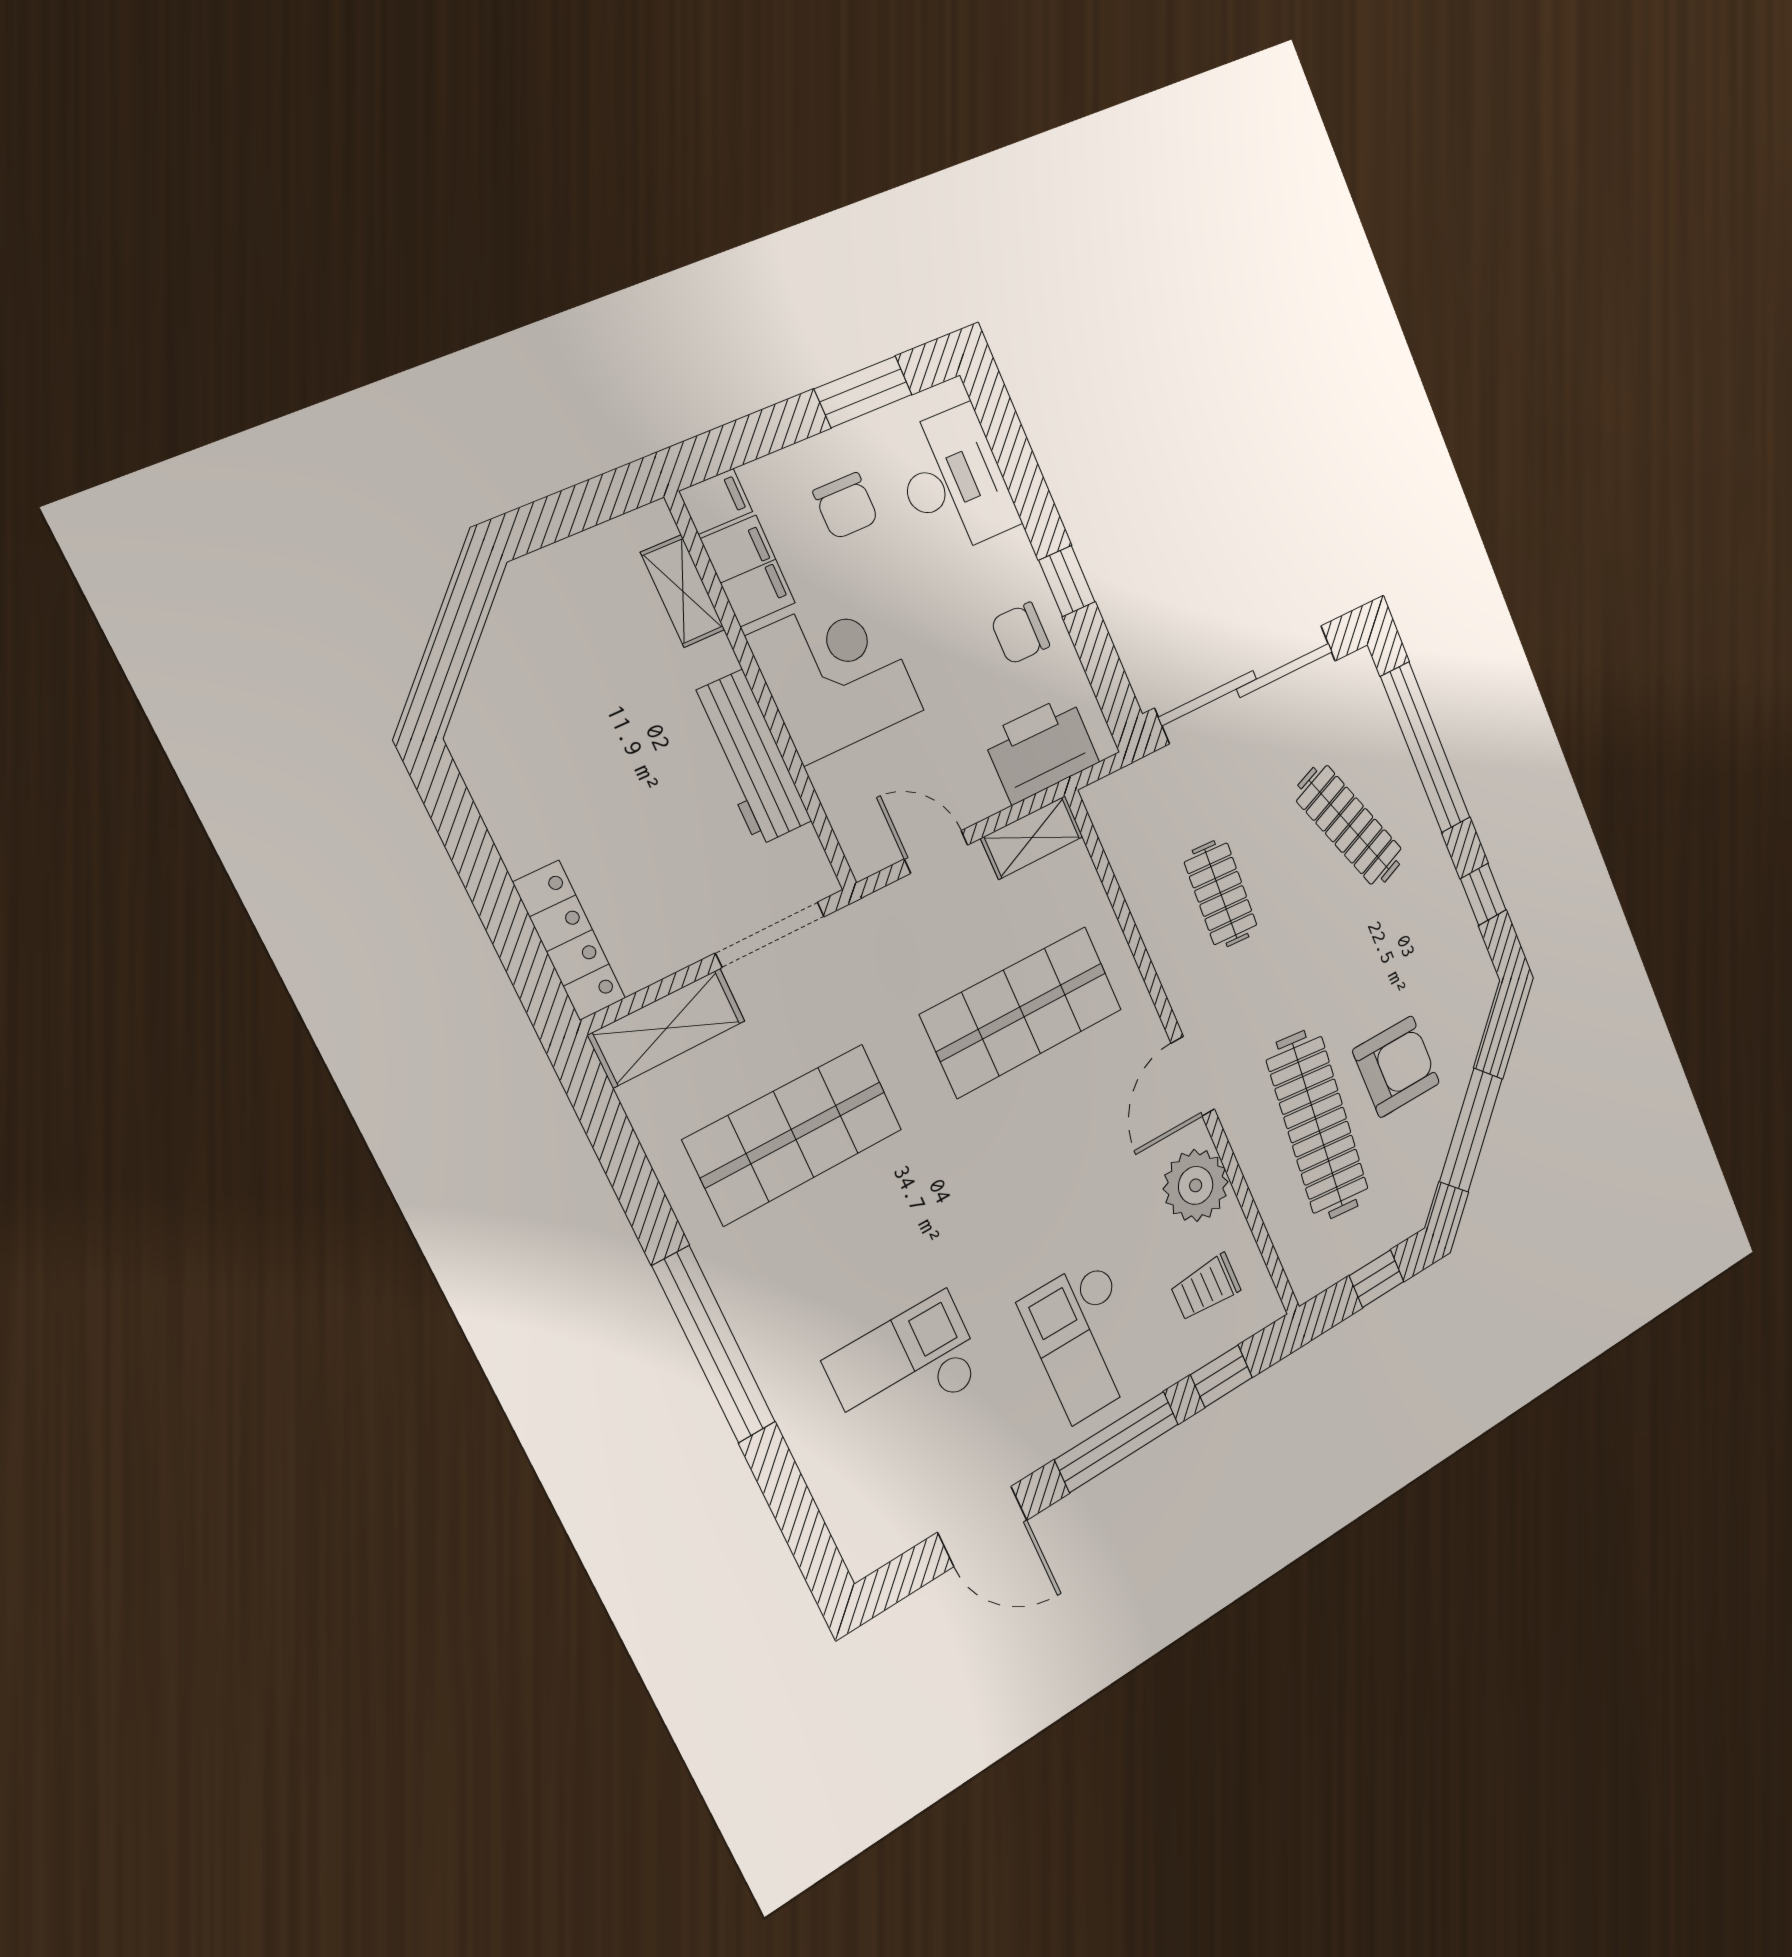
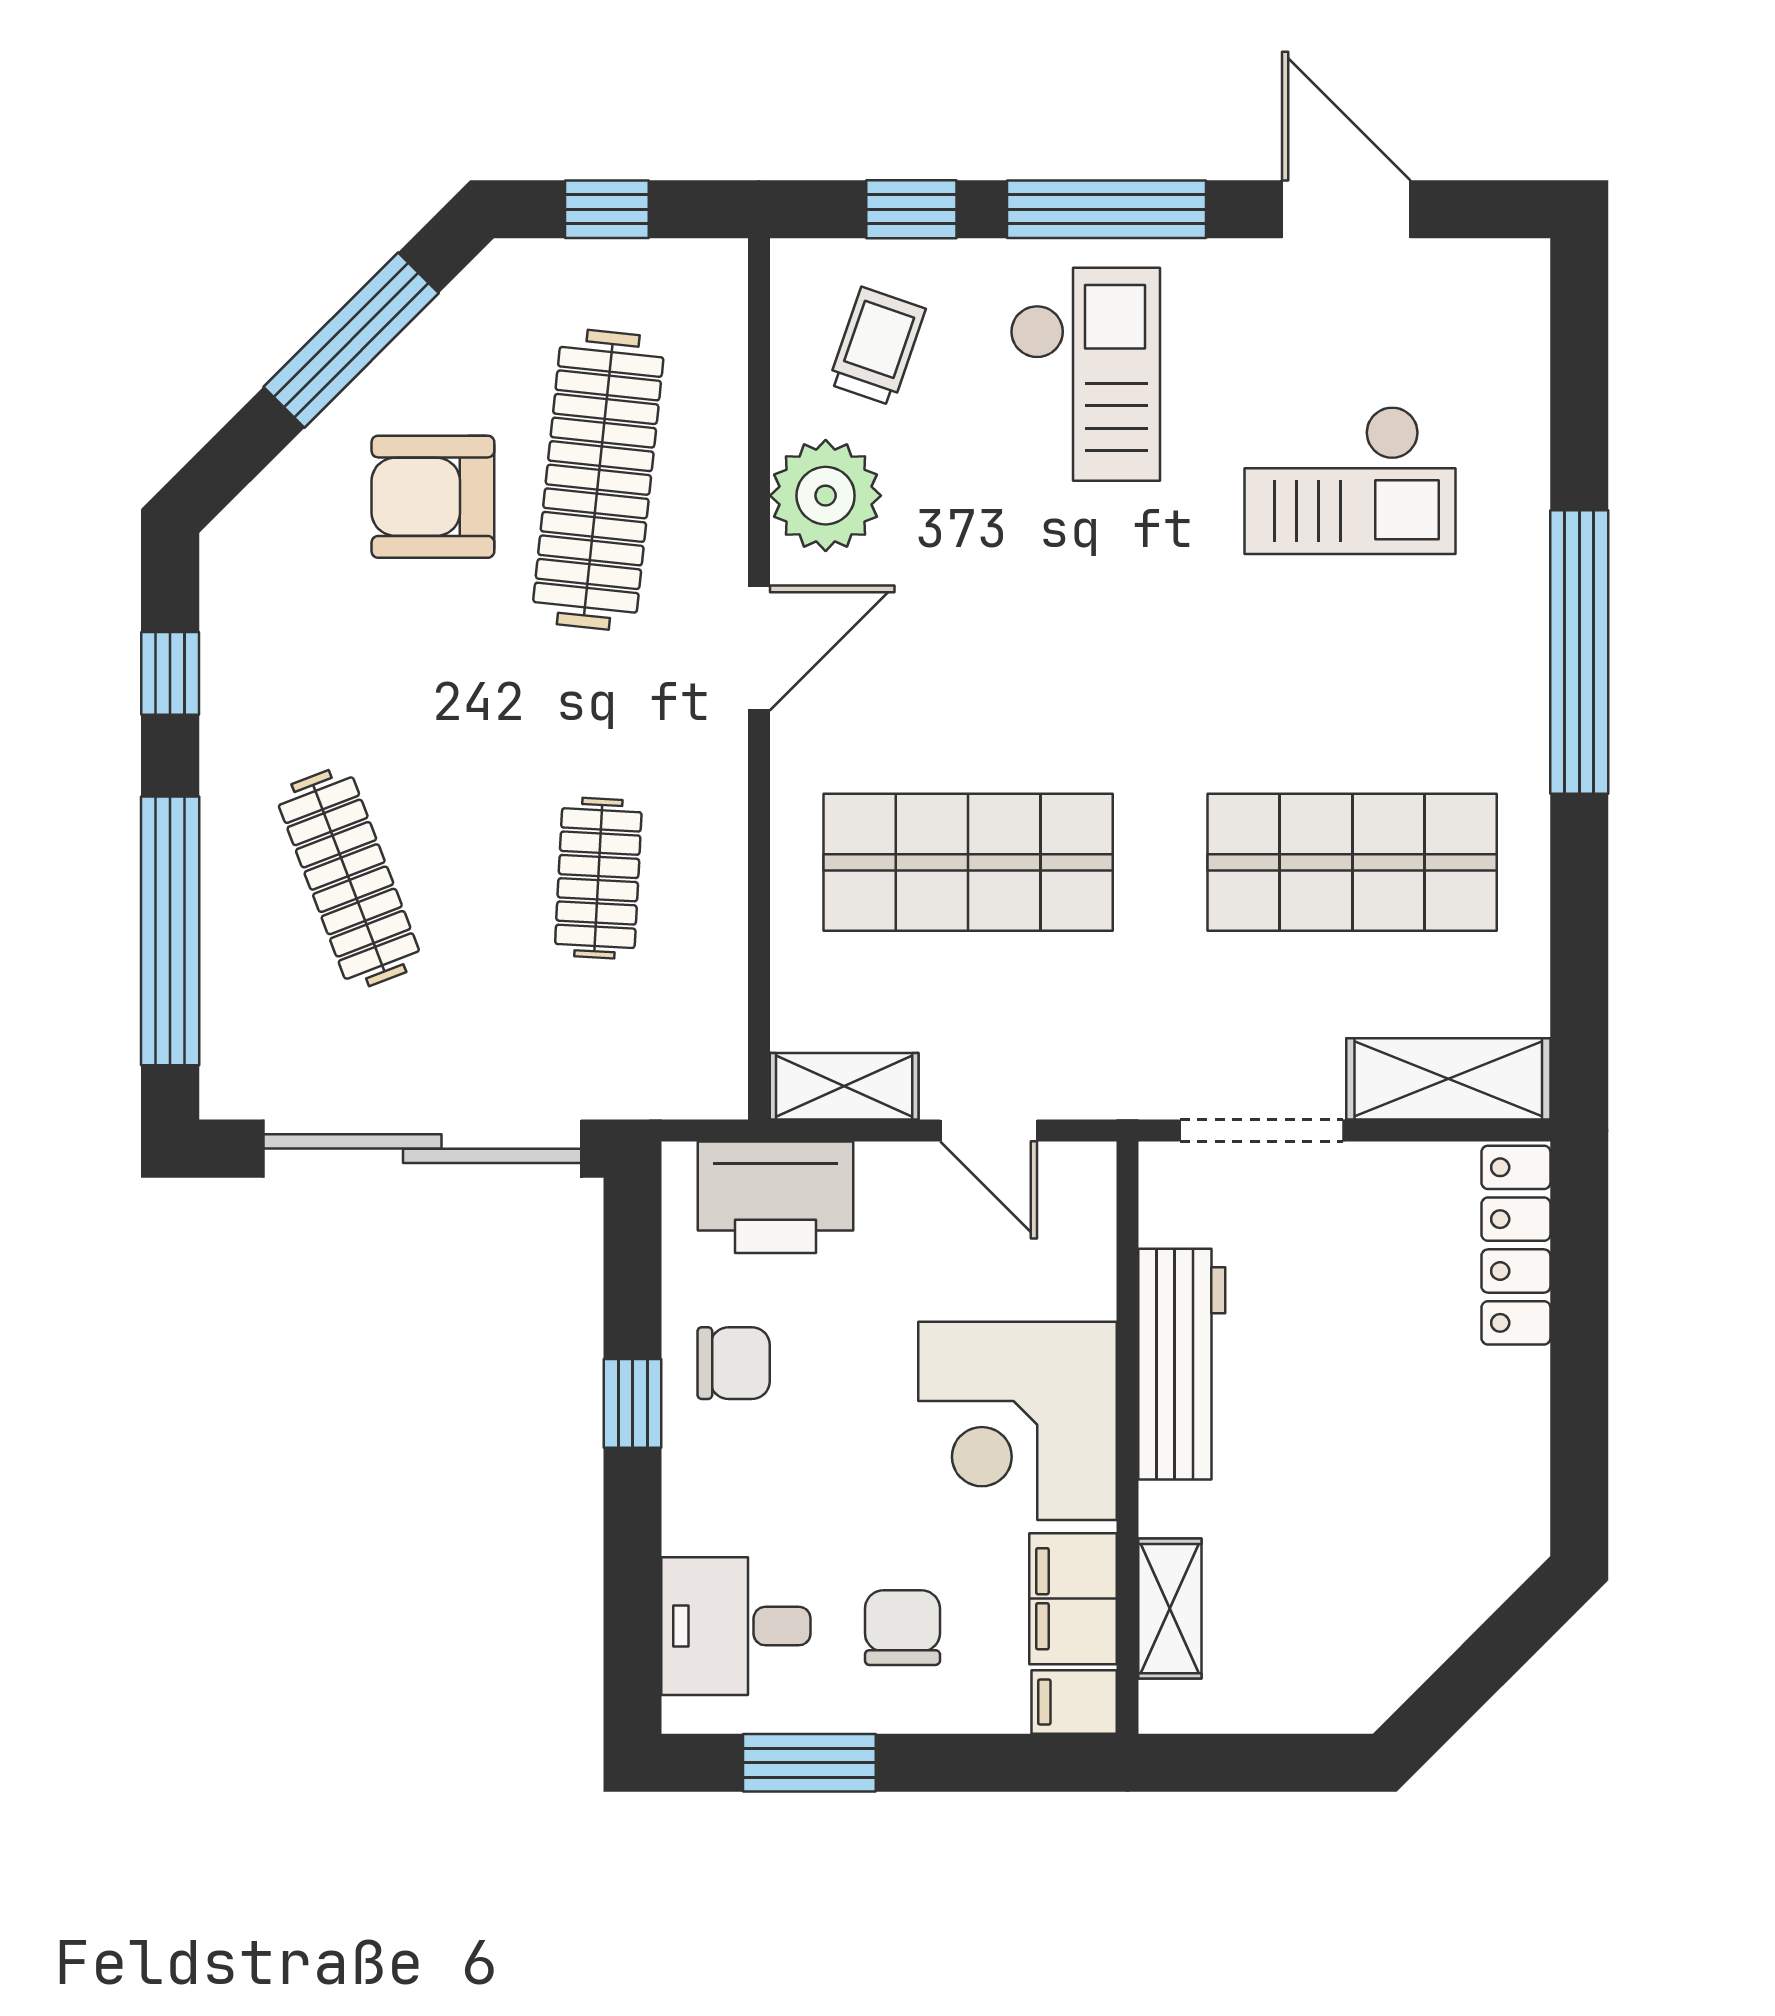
desk: (954, 481) -> (736, 1626), width x0.73
trolley: (1206, 1287) -> (877, 346), turned -71

